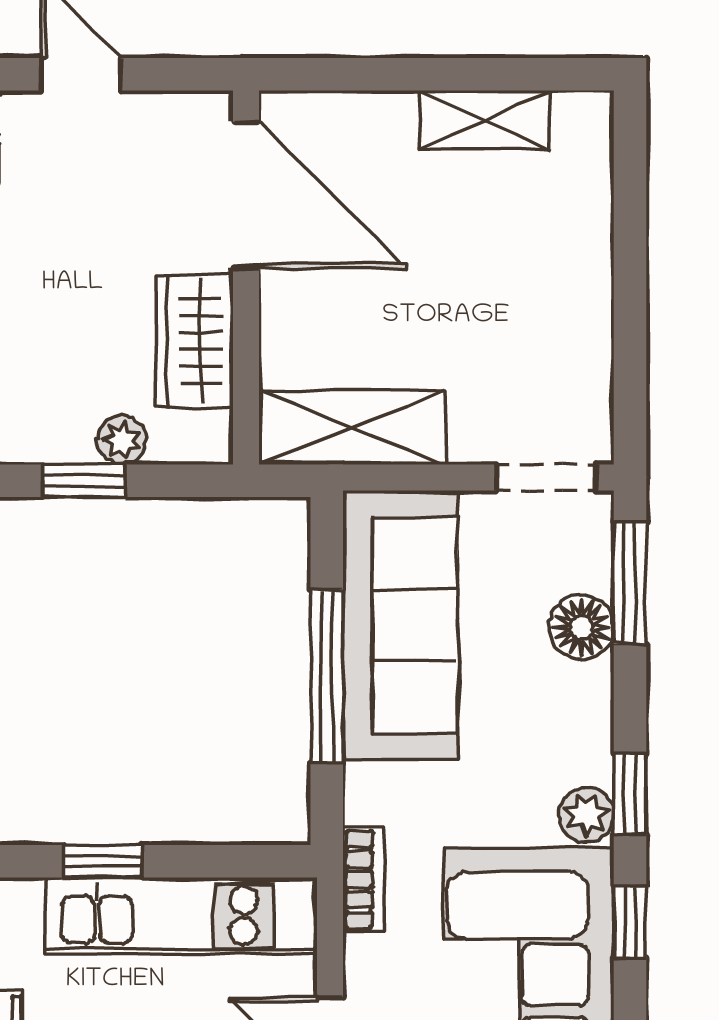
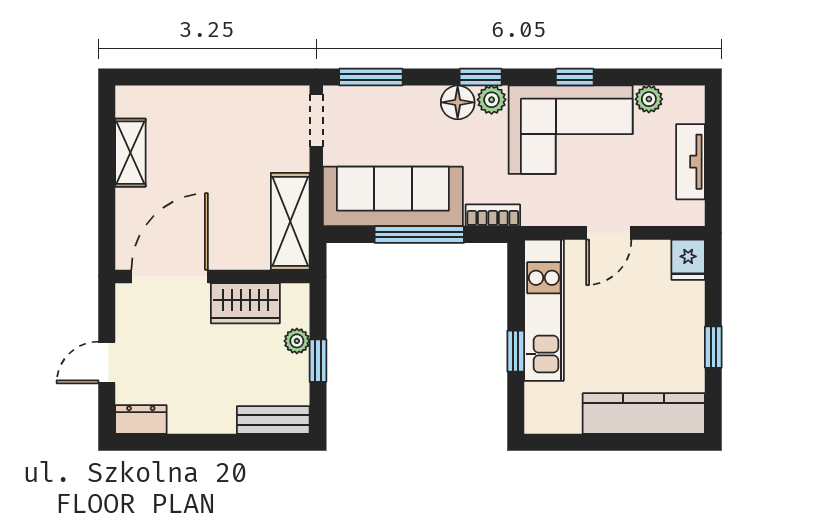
floor lamp: (581, 627) -> (458, 102), moved
bookcase: (364, 880) -> (493, 215), moved
window: (630, 922) -> (575, 77), moved

